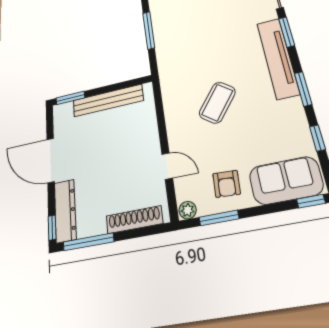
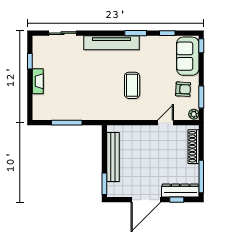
window: (287, 32) -> (95, 33), removed
coffee table: (217, 103) -> (132, 85), turned 53
window: (52, 228) -> (177, 200), moved

